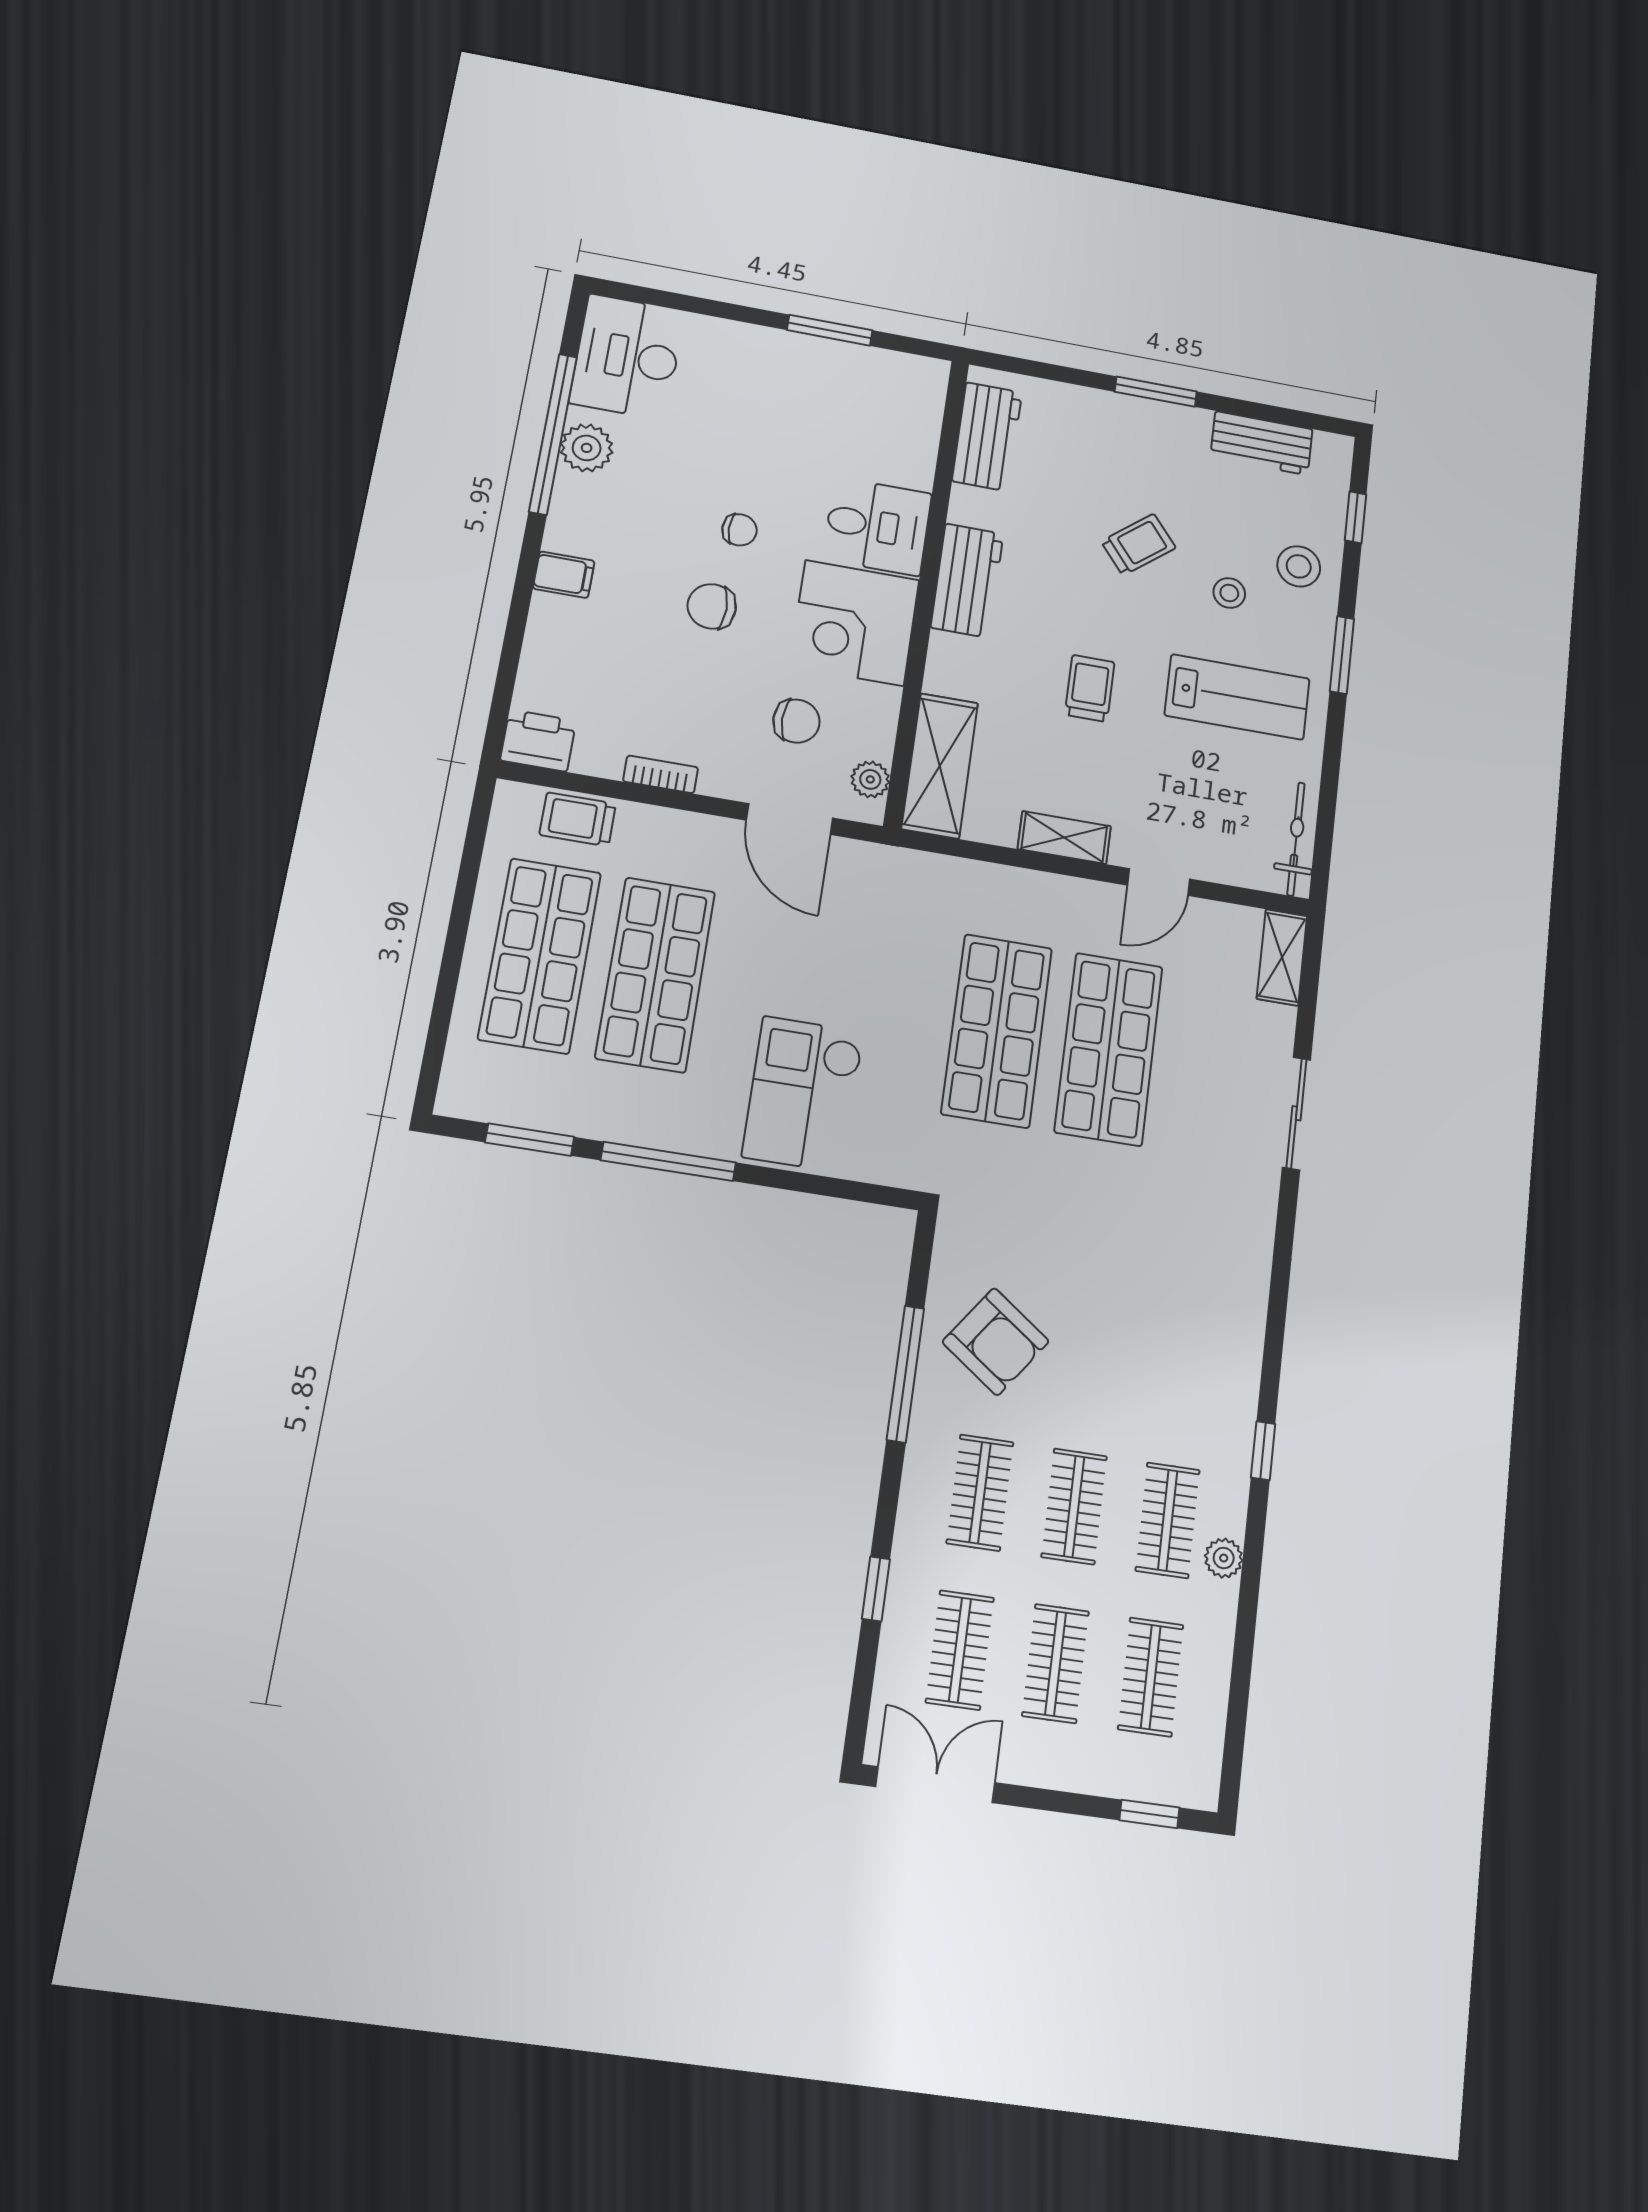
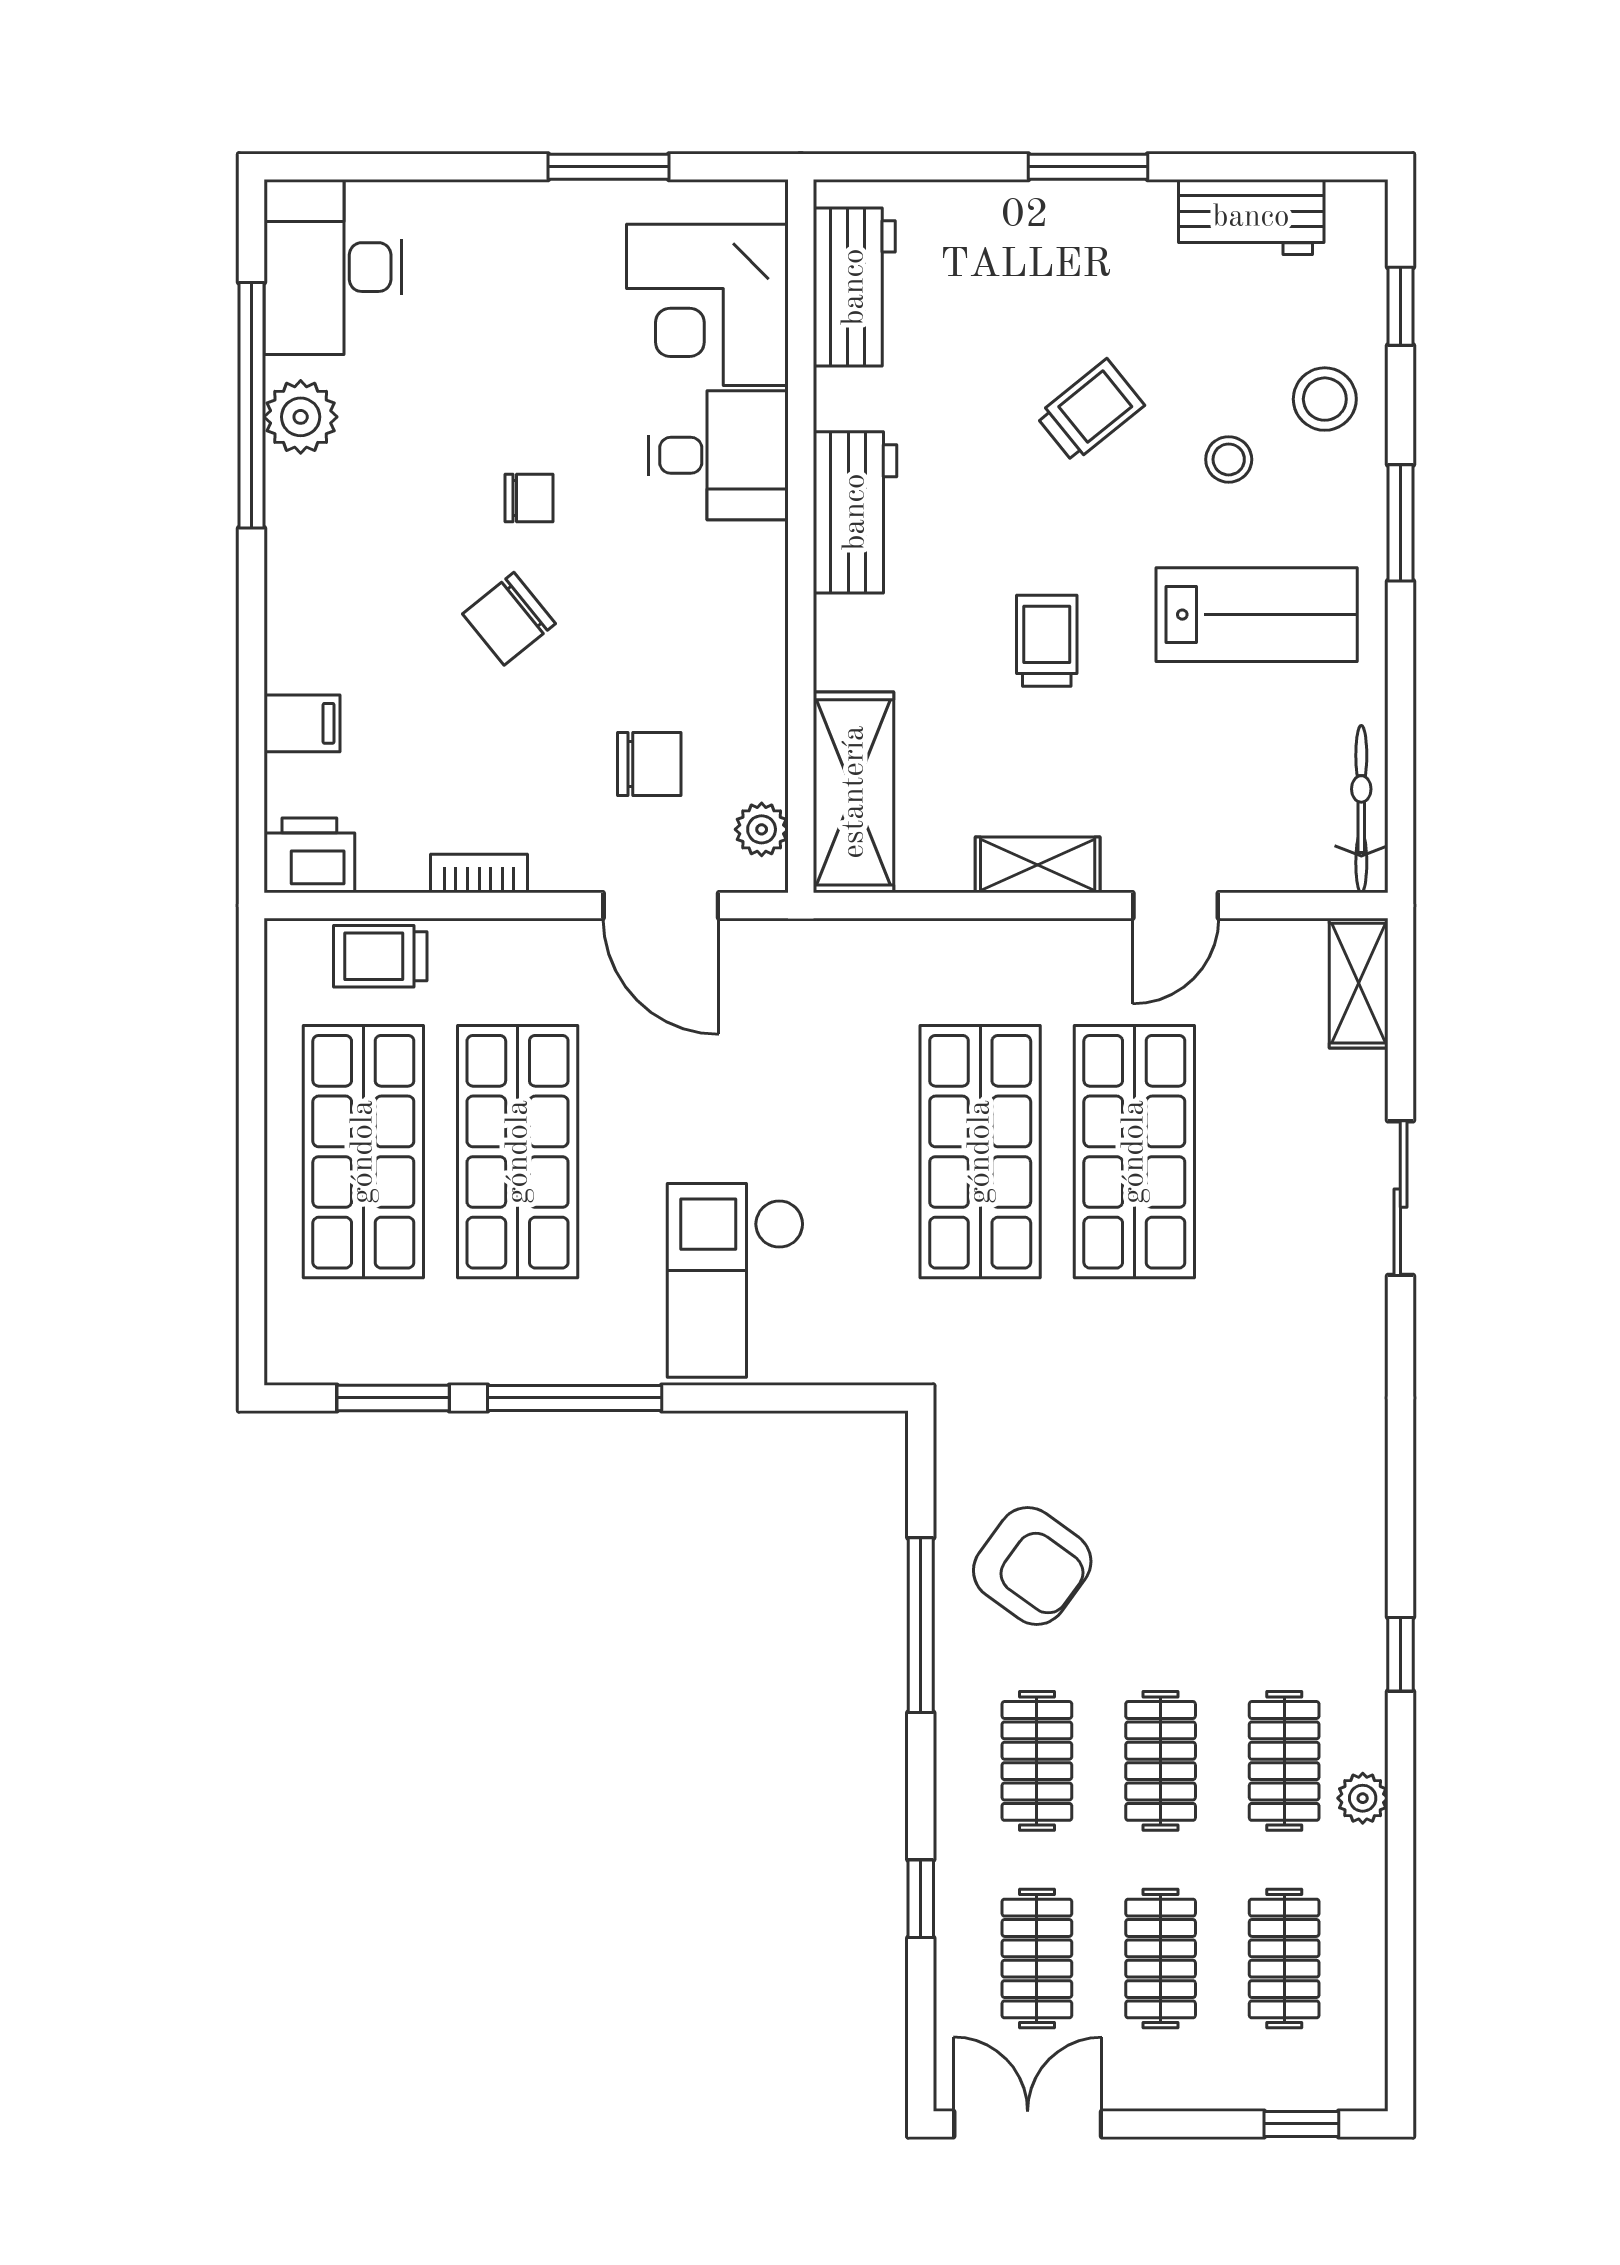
filing cabinet: (564, 575) -> (302, 723), moved
chair: (712, 606) -> (509, 619), turned -39
corner desk: (854, 623) -> (707, 305), moved

